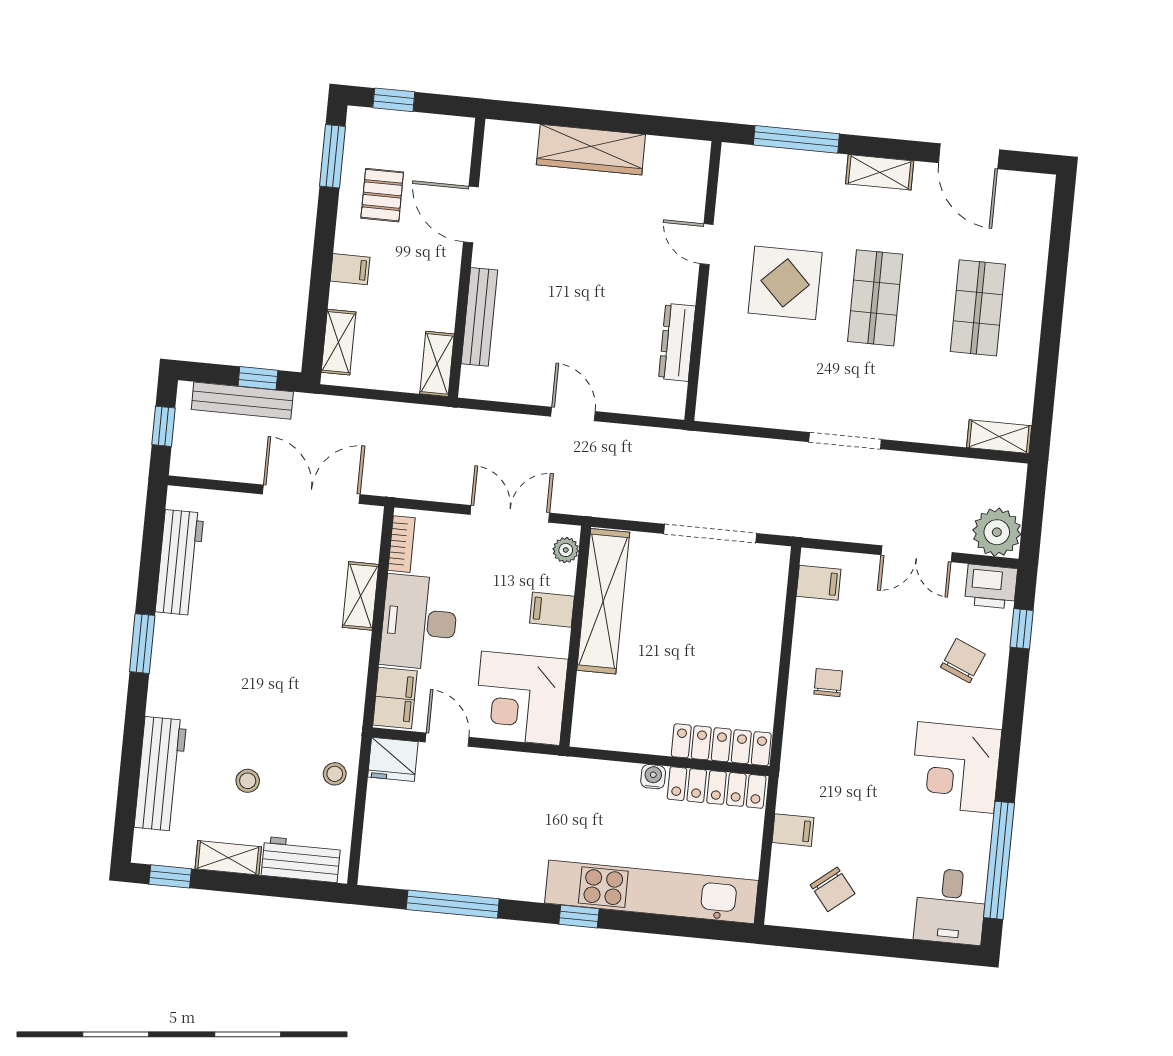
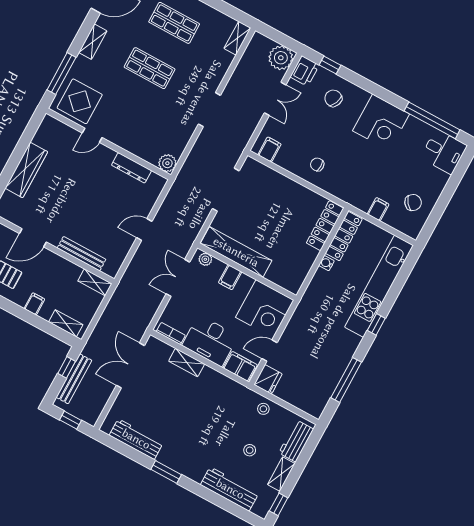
display table: (785, 283) -> (80, 101), moved
plant: (714, 405) -> (167, 163), added

